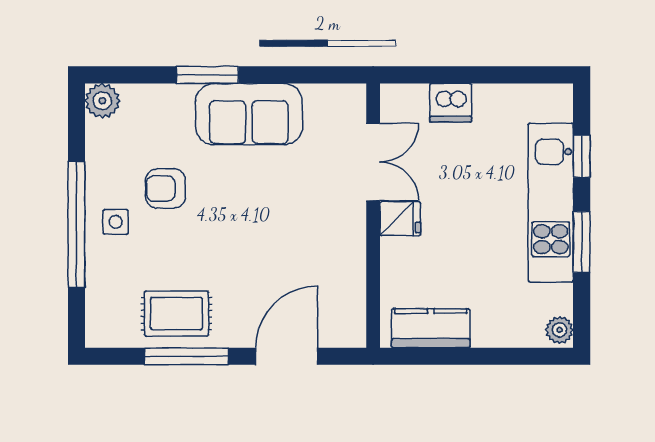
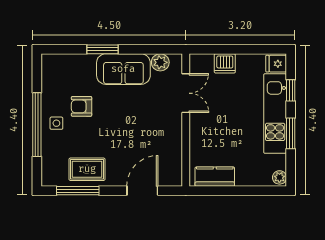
plant: (102, 101) -> (160, 62), moved
fridge: (400, 219) -> (276, 64), moved, turned 180
window: (186, 356) -> (78, 191), moved

